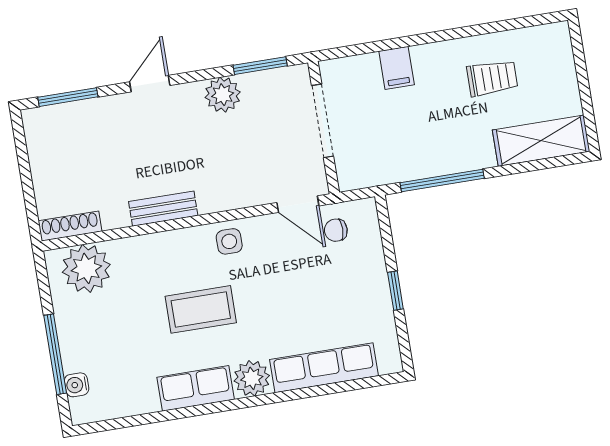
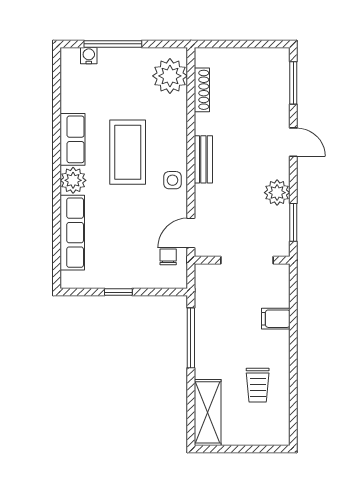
bench: (163, 209) -> (203, 159), moved
shoe rack: (70, 226) -> (202, 90), moved
coffee table: (201, 309) -> (128, 152), width x1.36, depth x1.32

